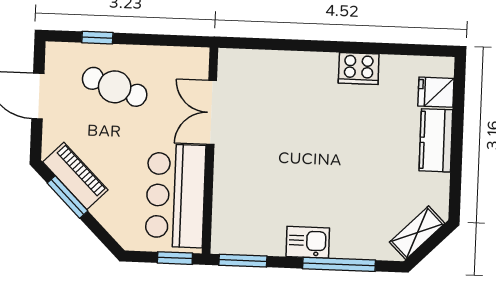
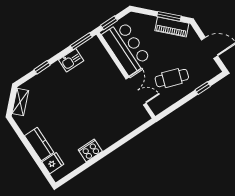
cafe table: (115, 87) -> (172, 78), moved
kitchen sink: (308, 242) -> (71, 60), moved
window: (339, 264) -> (42, 67), width x0.46

